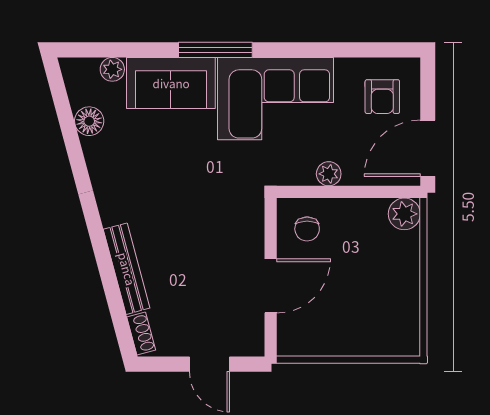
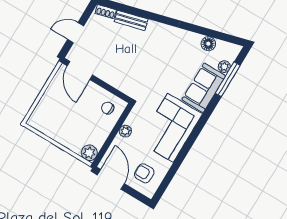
window: (215, 50) -> (228, 79), moved
bench: (127, 269) -> (131, 20), width x0.73
door: (271, 286) -> (80, 70), moved

